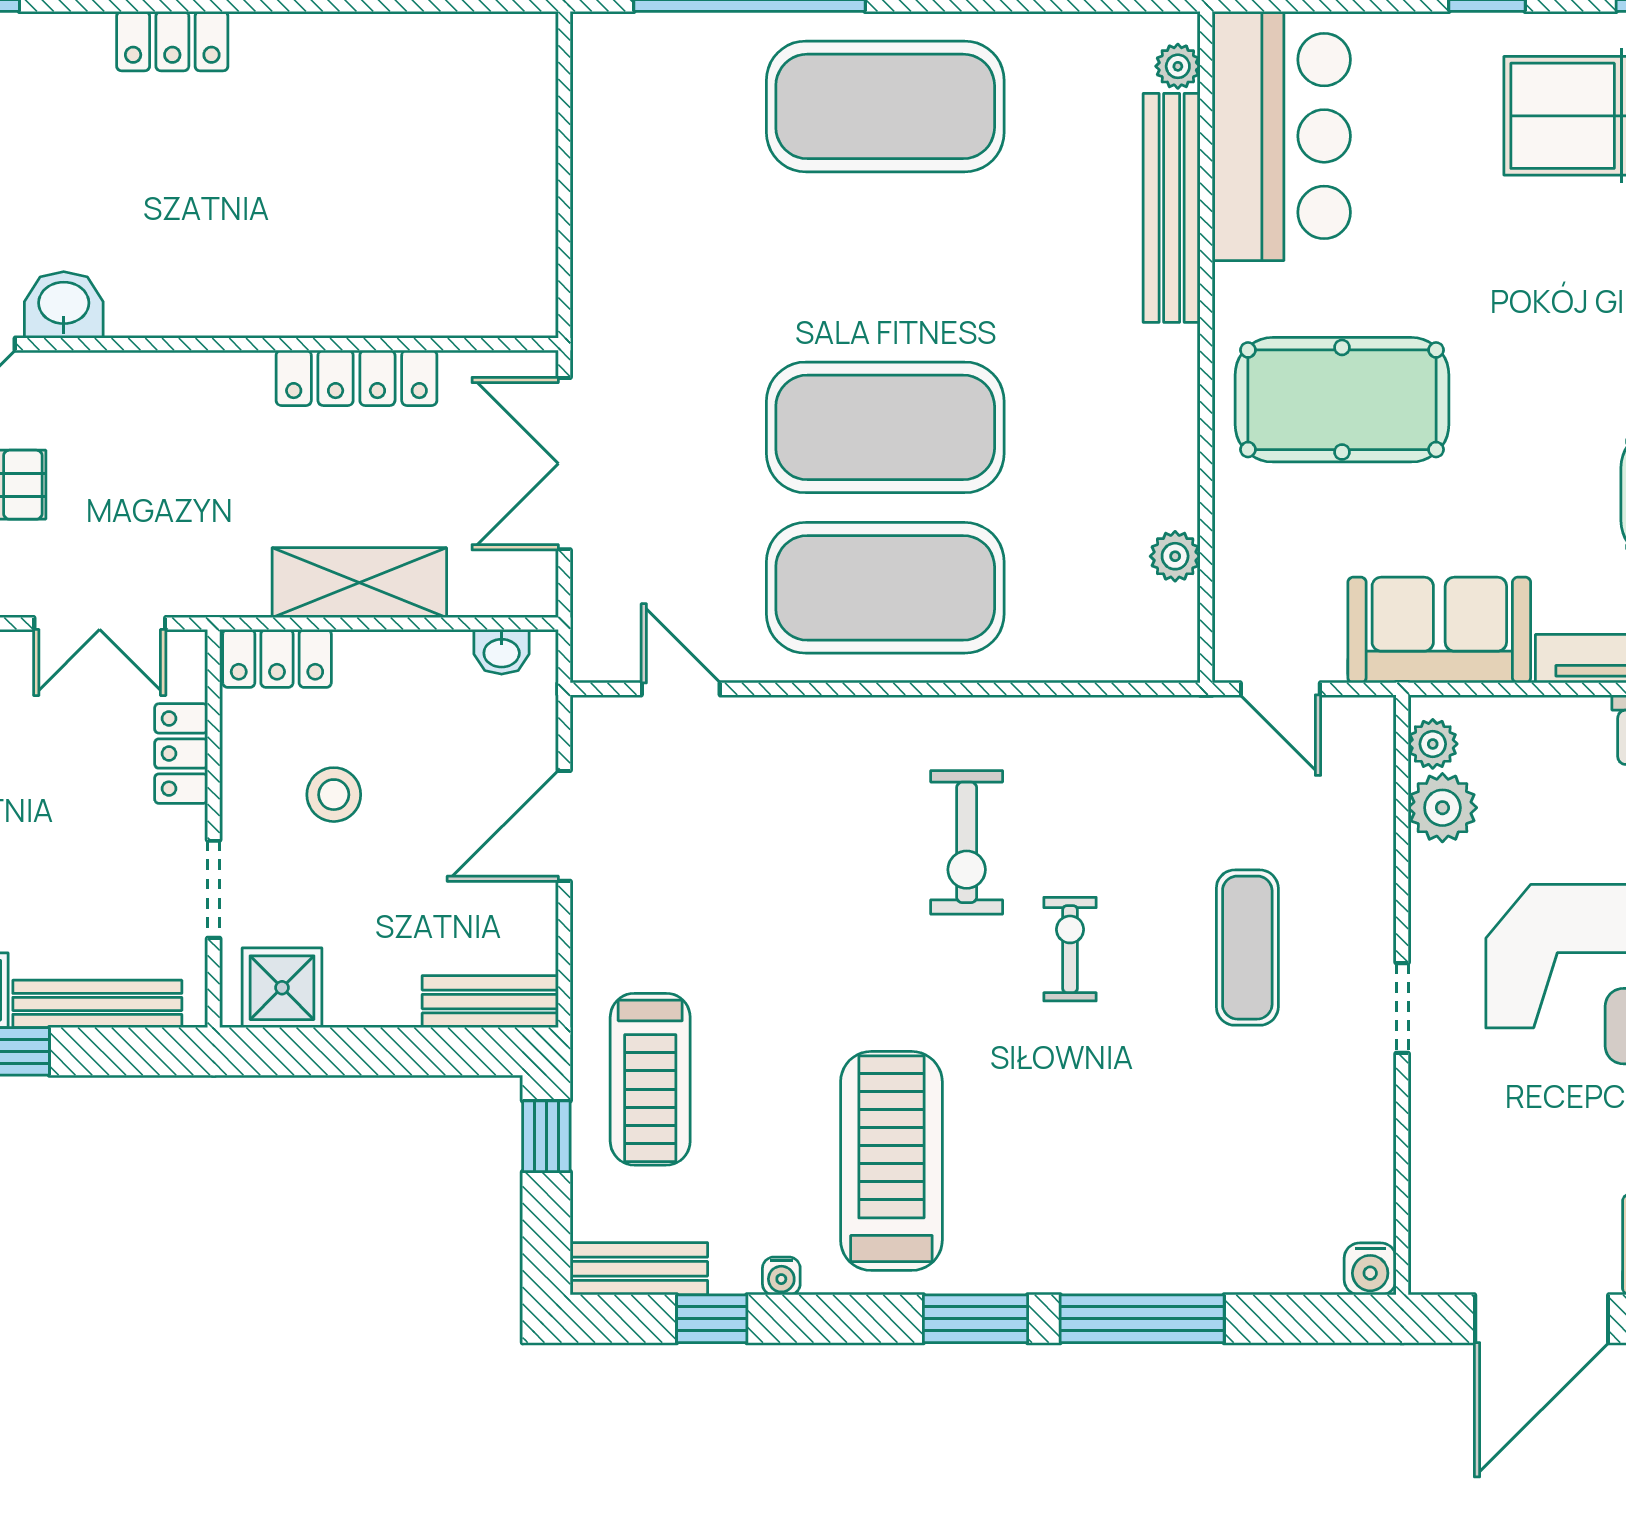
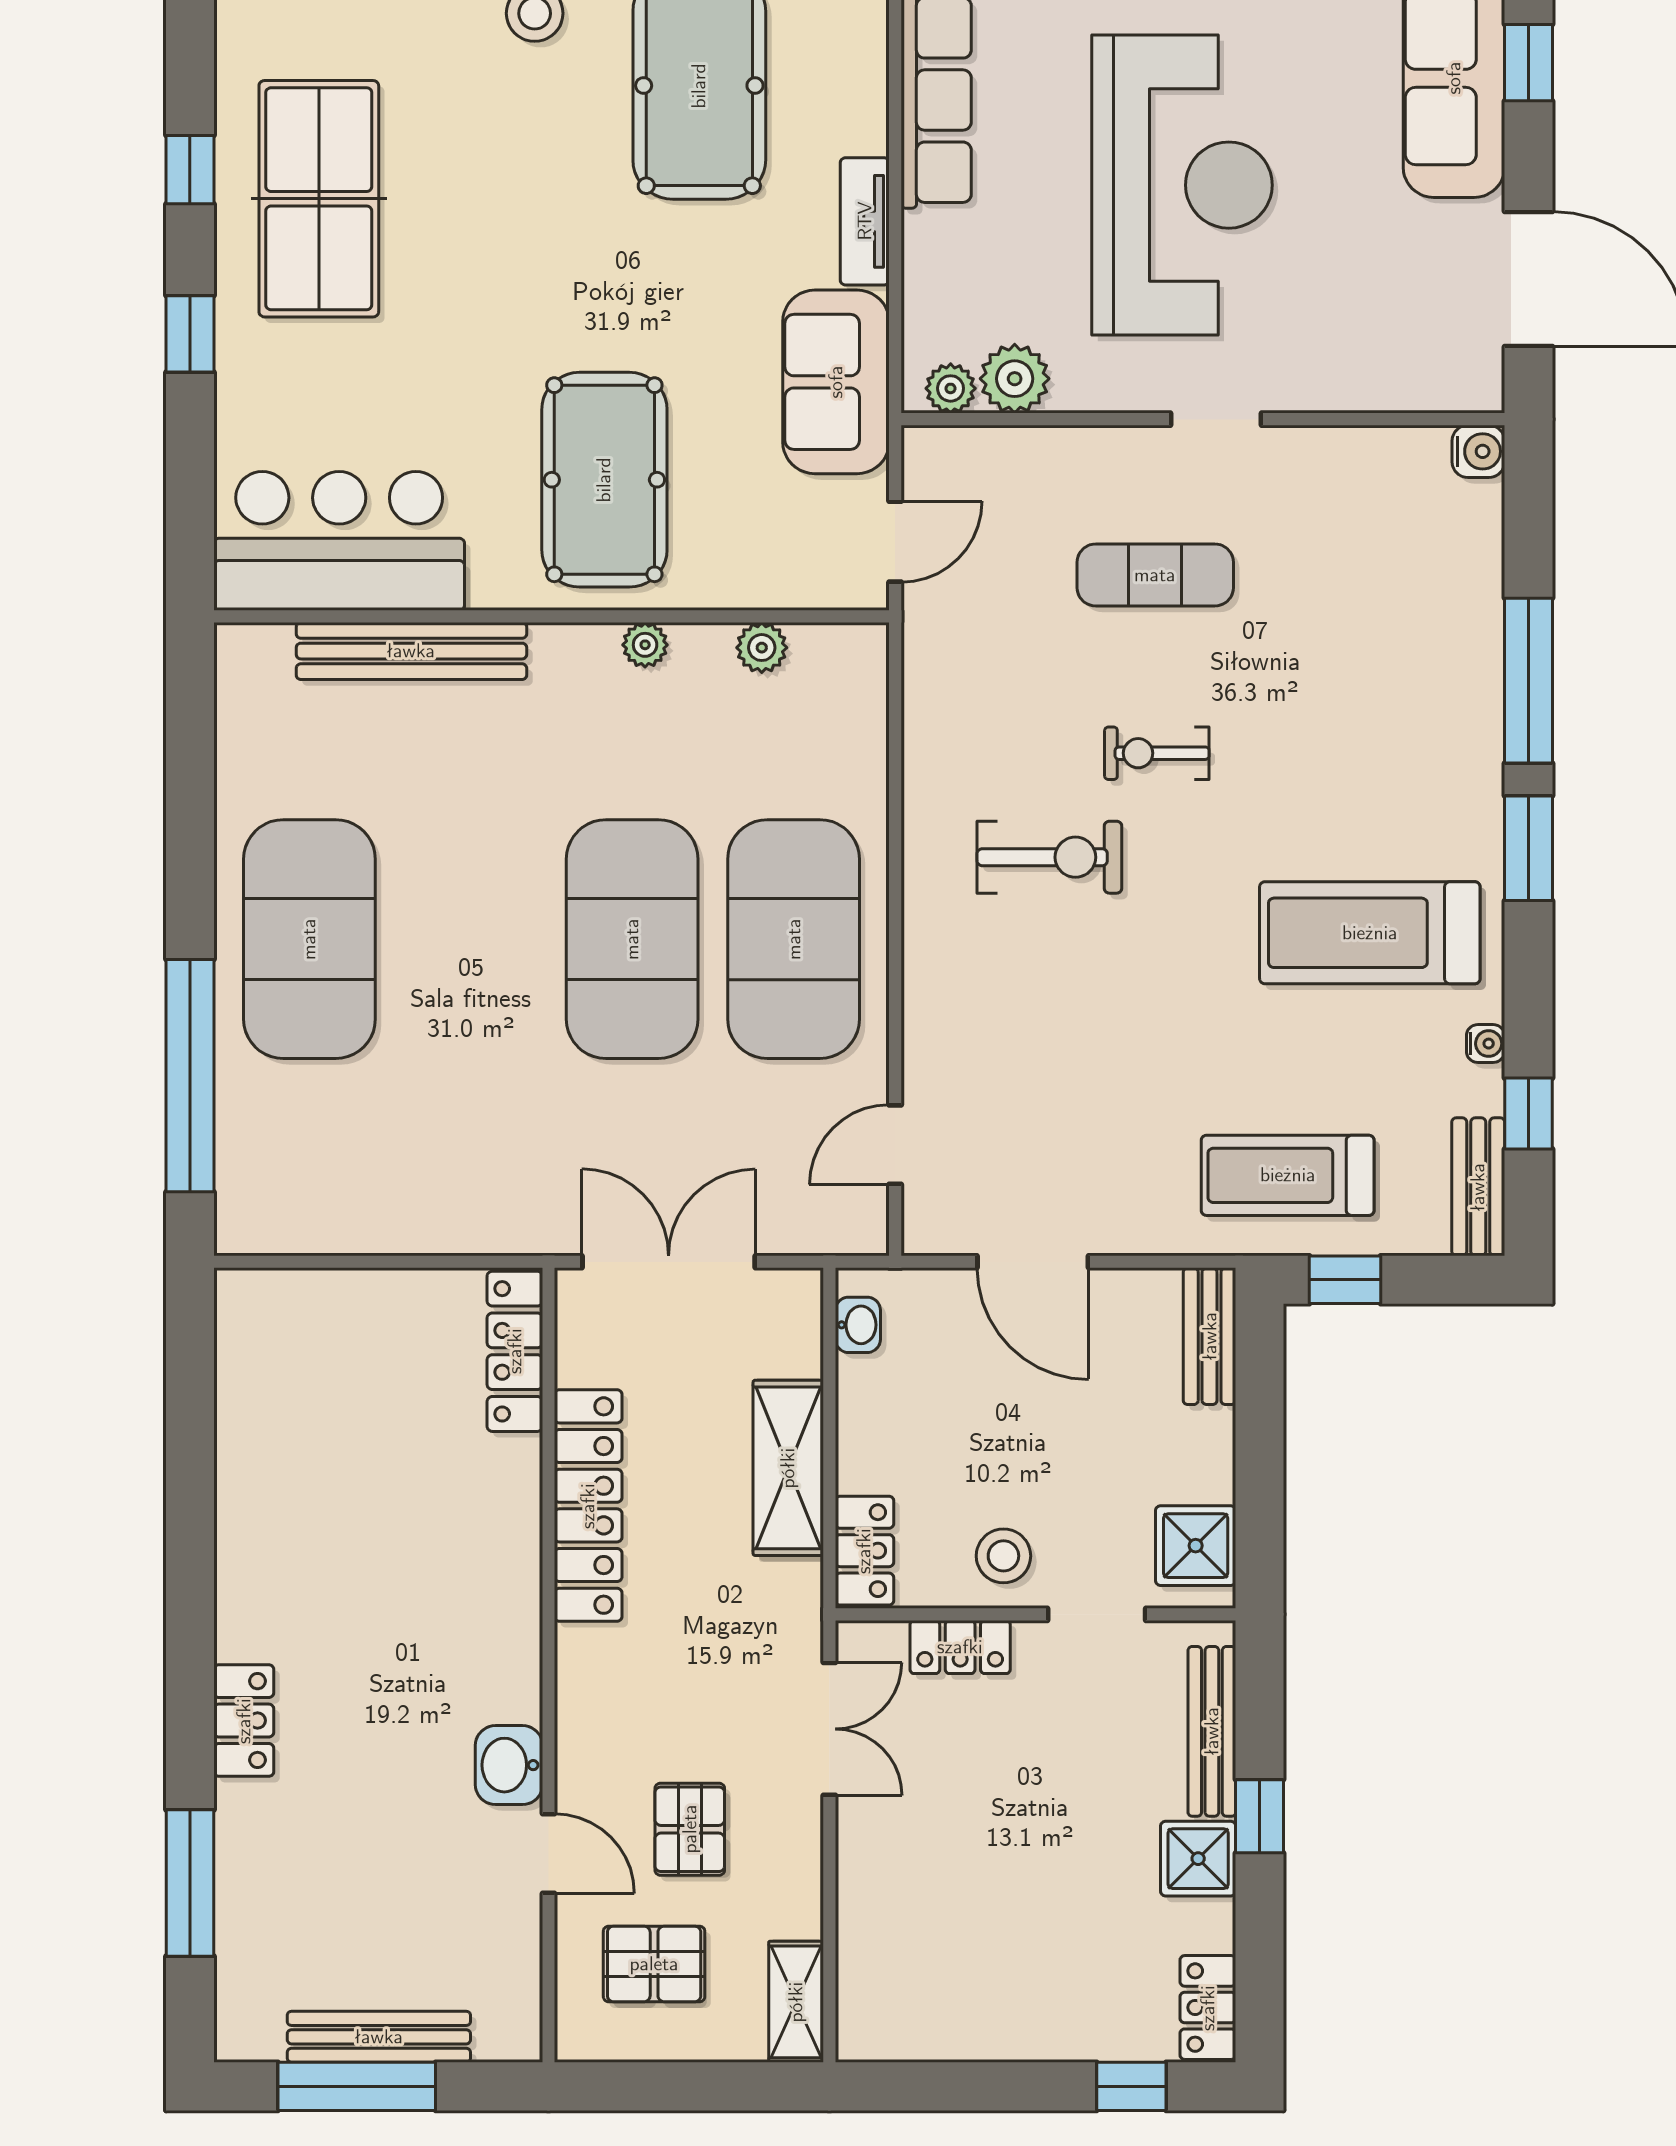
locker: (172, 41) -> (244, 1721), moved
plant: (1178, 66) -> (645, 645), moved
locker: (475, 311) -> (515, 1351), added
locker: (356, 378) -> (588, 1506), width x1.41, depth x1.21
double door: (564, 464) -> (669, 1262), swing flipped
stool: (334, 795) -> (1003, 1556), moved
treadmill: (650, 1079) -> (1288, 1175), turned 180

